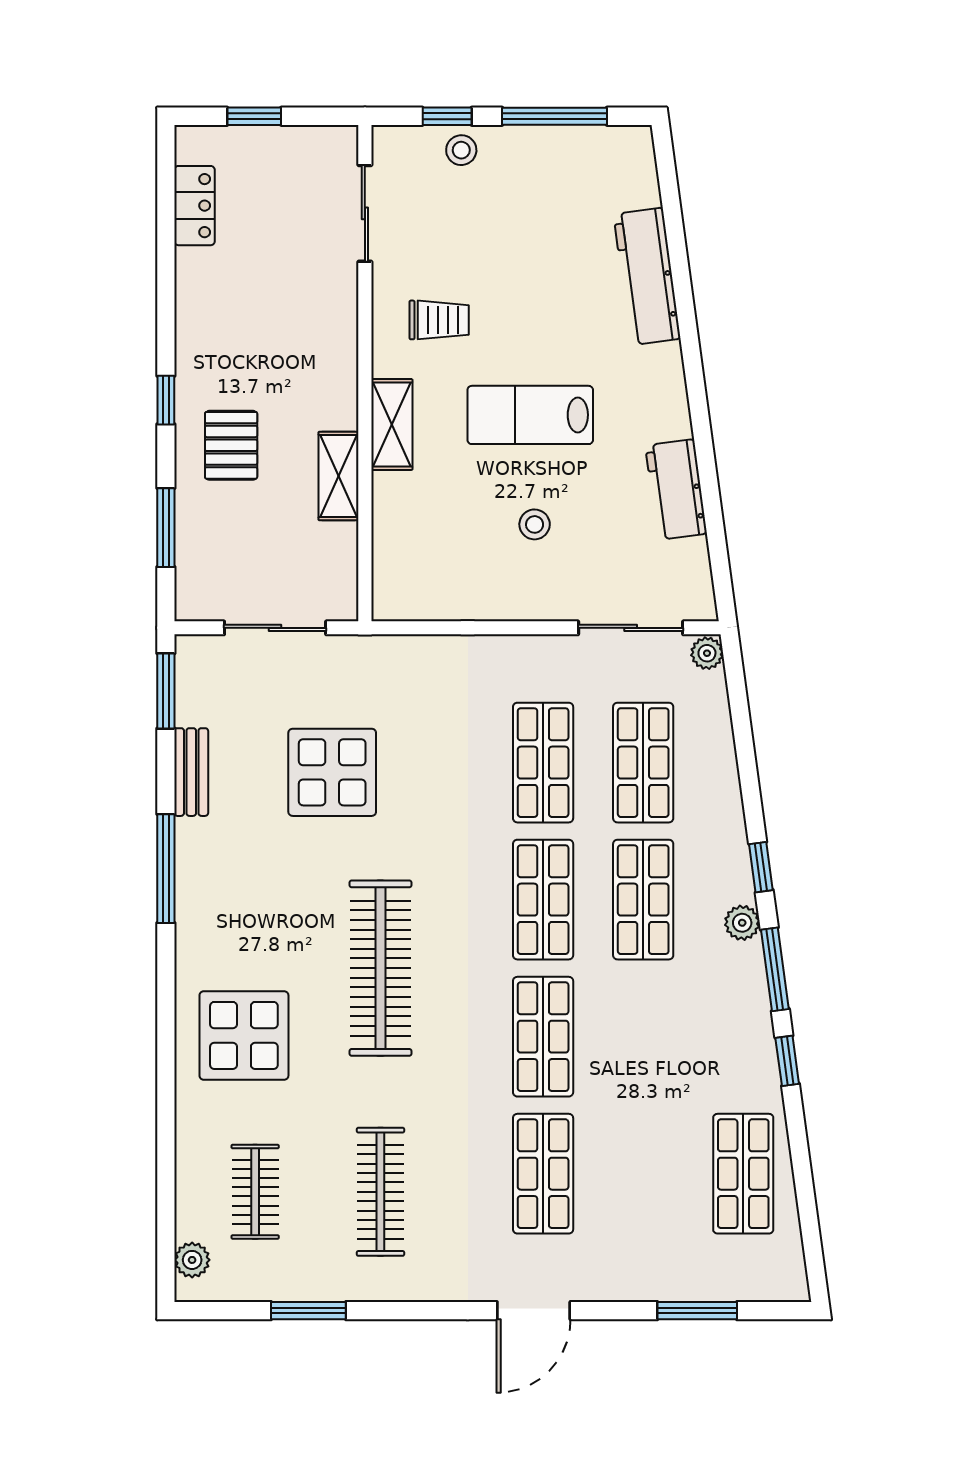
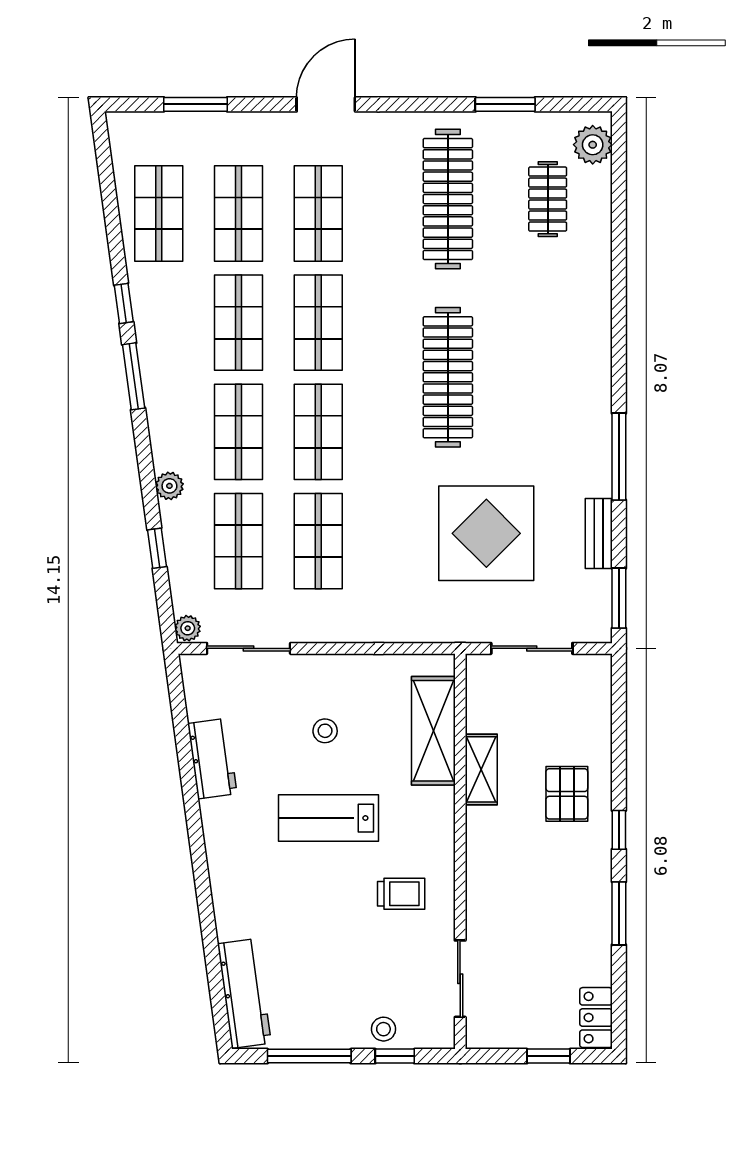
locker: (195, 206) -> (596, 1018), moved
workbench: (647, 276) -> (244, 993), moved
trolley: (439, 320) -> (401, 894), turned 180
lab bench: (530, 415) -> (329, 818), turned 180
shelving: (392, 424) -> (433, 731), moved, width x1.50, depth x1.33
window: (166, 528) -> (619, 913), moved
display table: (332, 772) -> (486, 533), width x1.36, depth x1.36
window: (761, 867) -> (157, 548), moved
plant: (742, 923) -> (169, 486), moved
display table: (244, 1035) -> (557, 324), removed
shop shelf: (643, 1037) -> (239, 323), added
shop shelf: (643, 1174) -> (239, 214), added
clothes rail: (380, 1192) -> (448, 199), width x1.37, depth x1.31
plant: (192, 1260) -> (593, 145), width x1.38, depth x1.38

